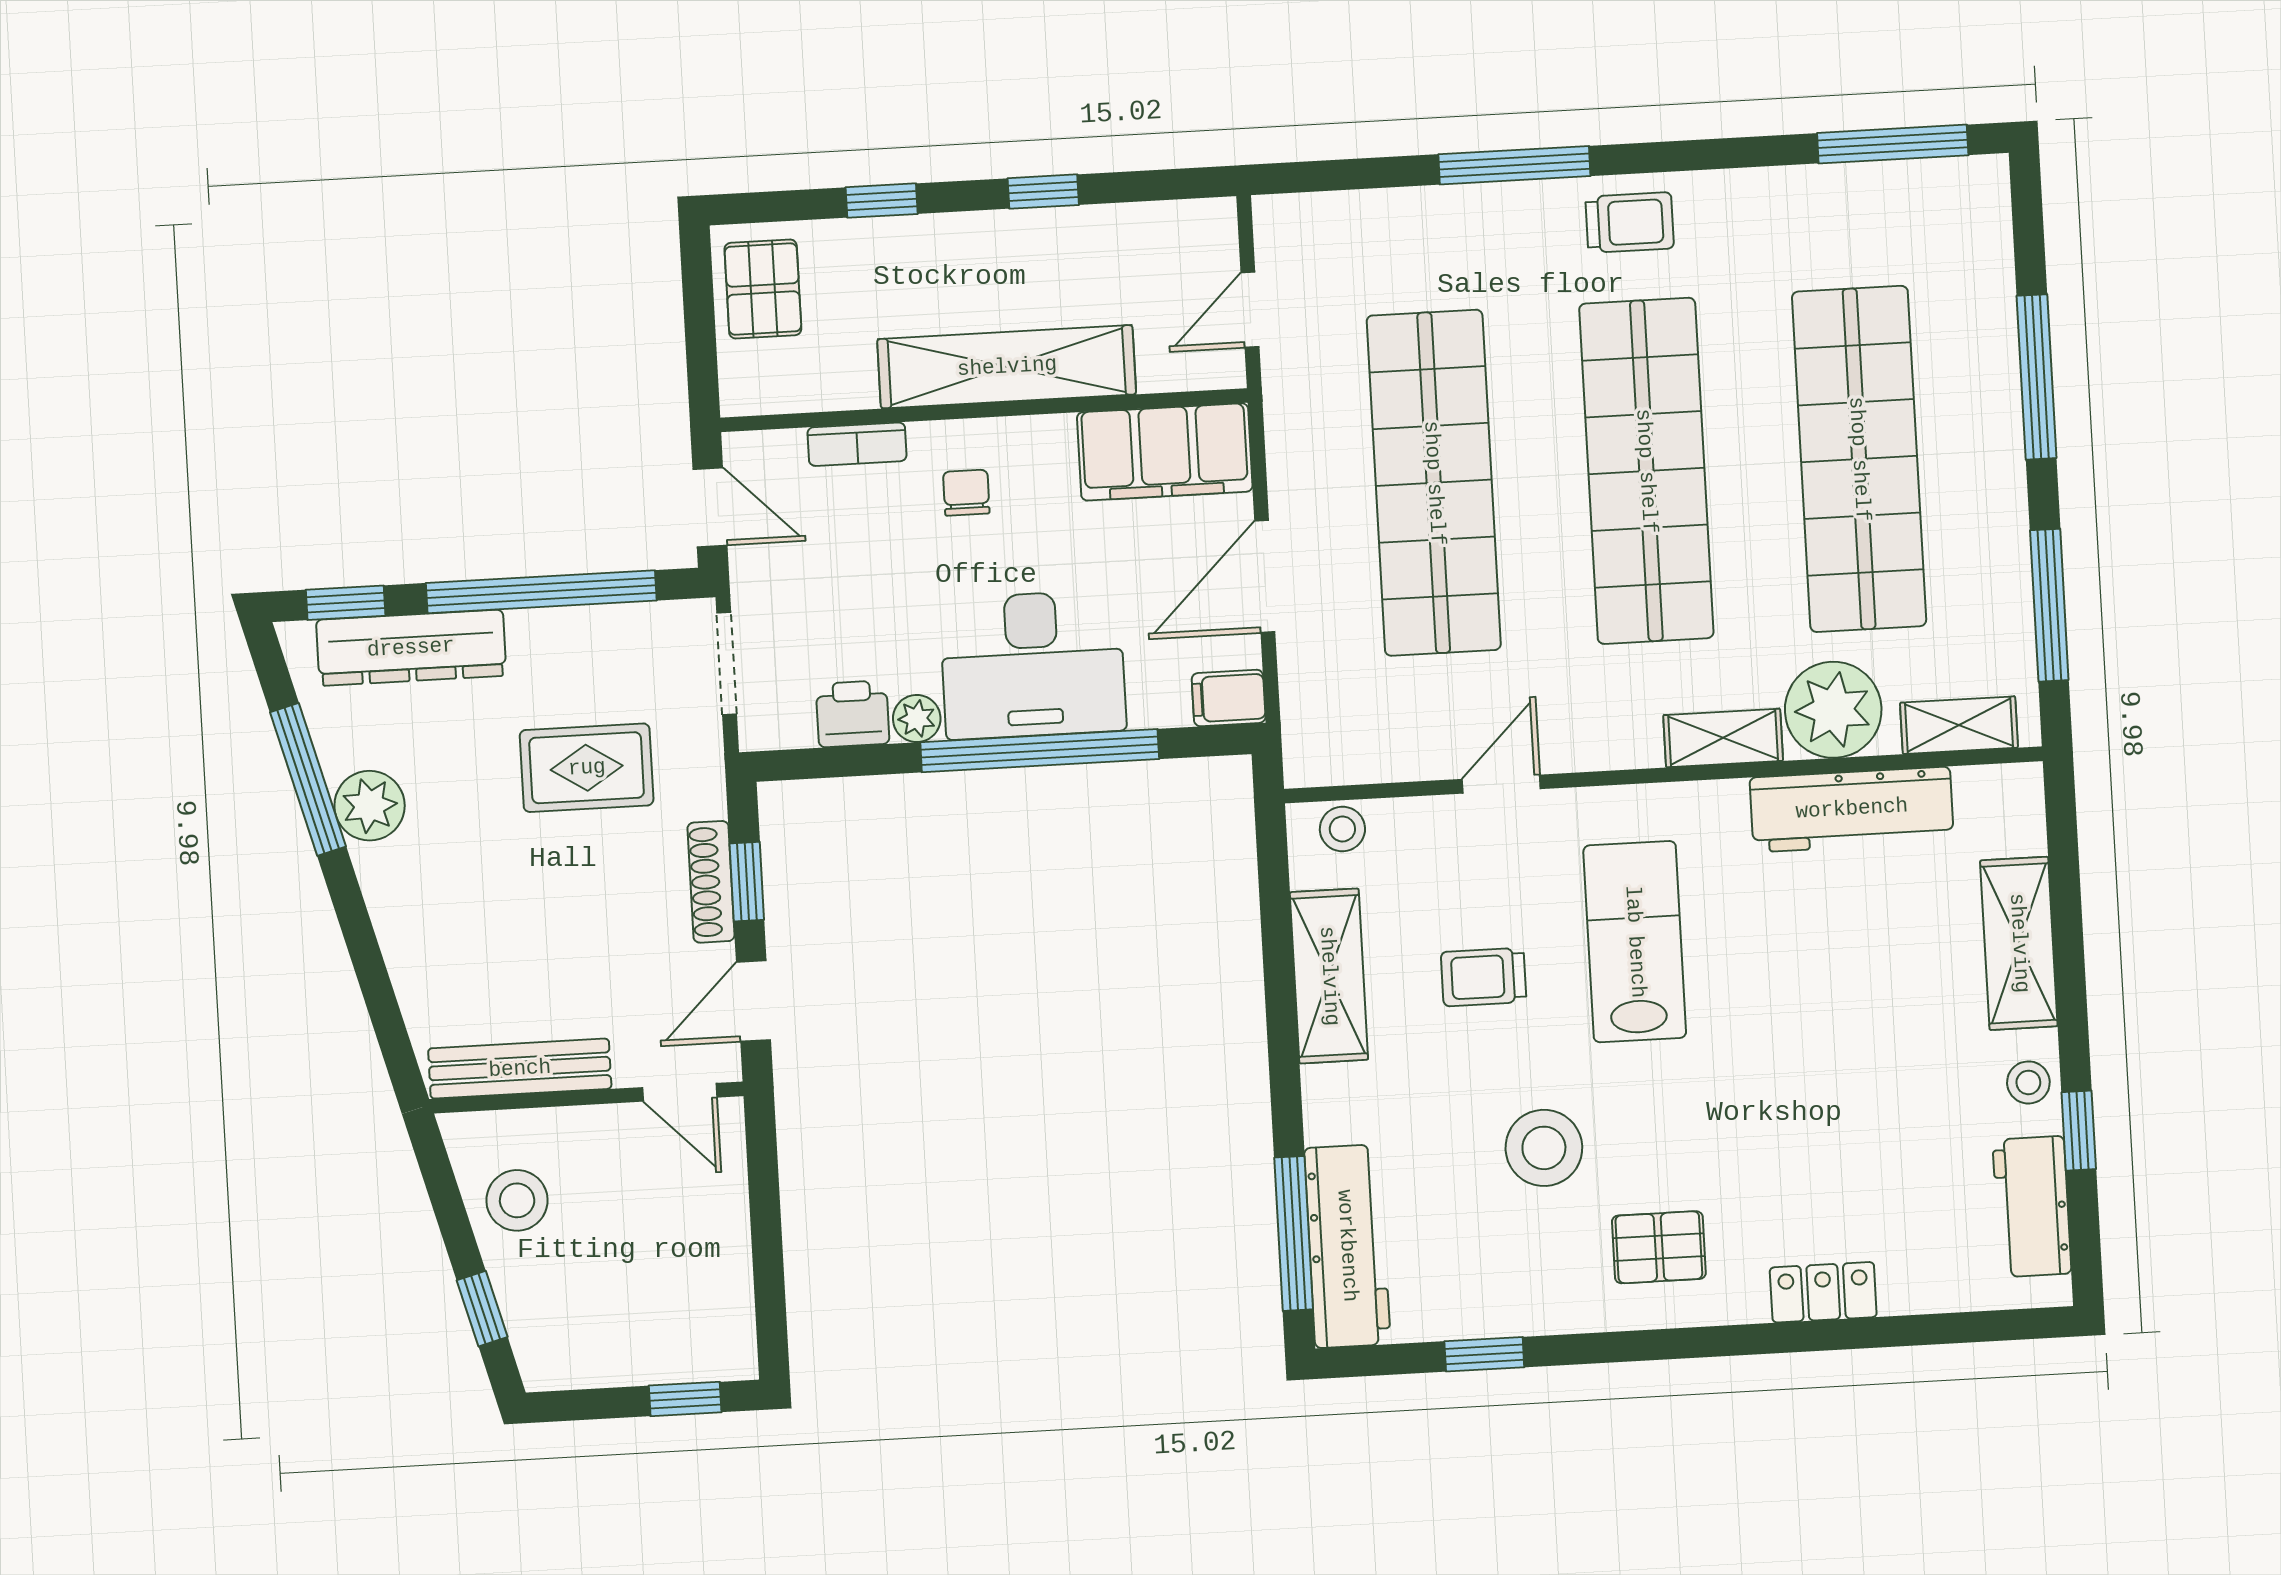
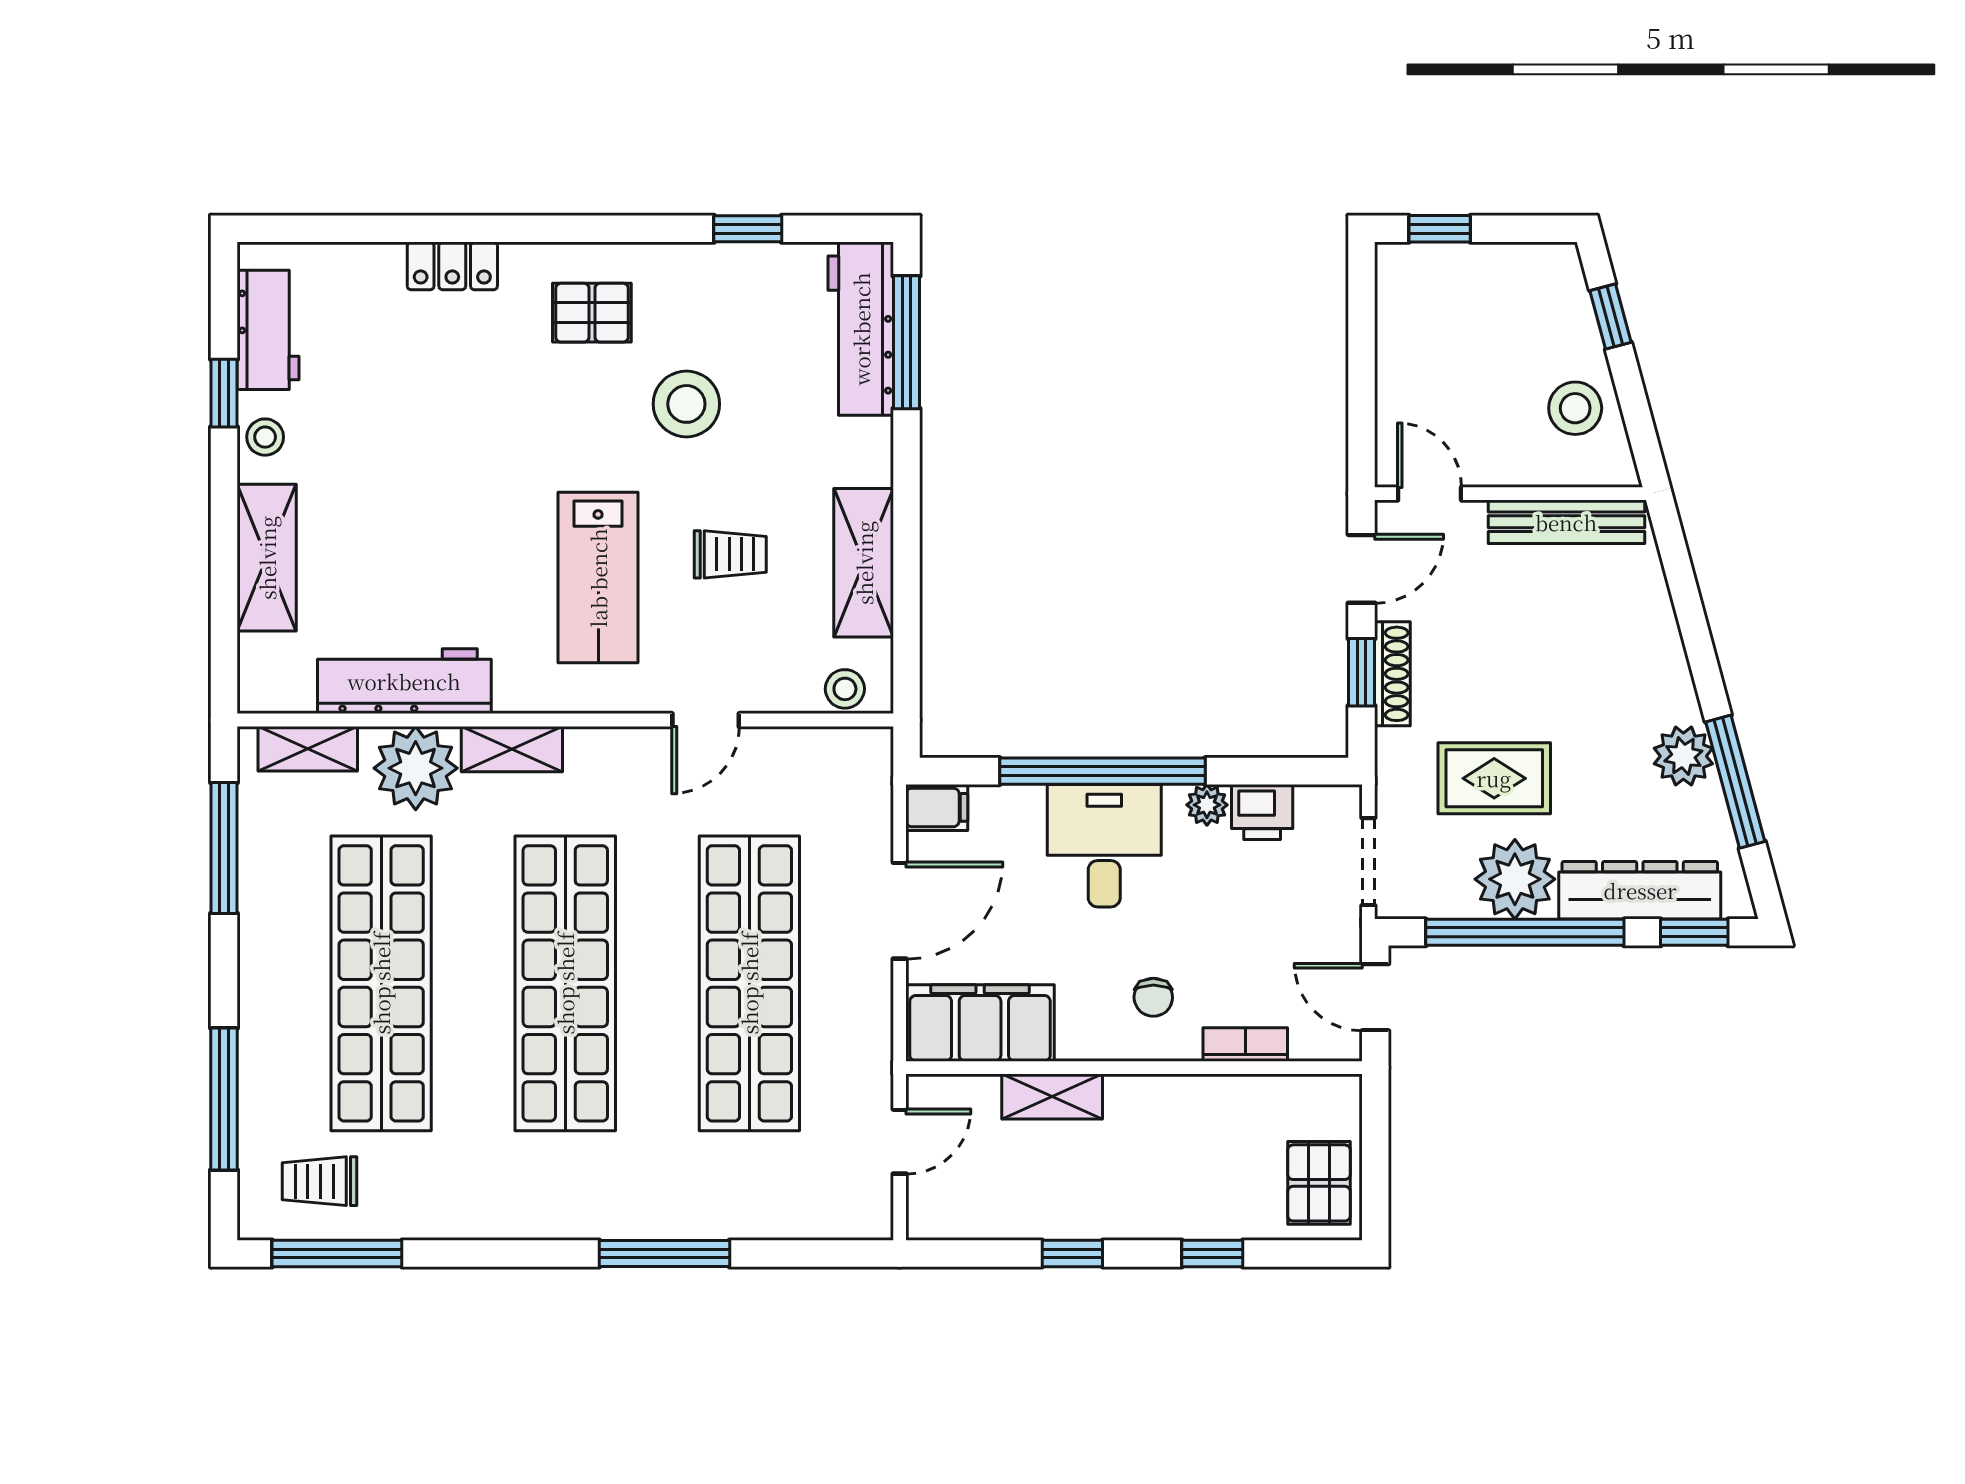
trolley: (1630, 222) -> (319, 1181), moved
shelving: (1007, 367) -> (1052, 1097), width x0.45, depth x0.75
window: (2037, 377) -> (224, 1099), moved
plant: (556, 652) -> (1515, 879), added
desk: (1033, 665) -> (1104, 846), width x0.73

